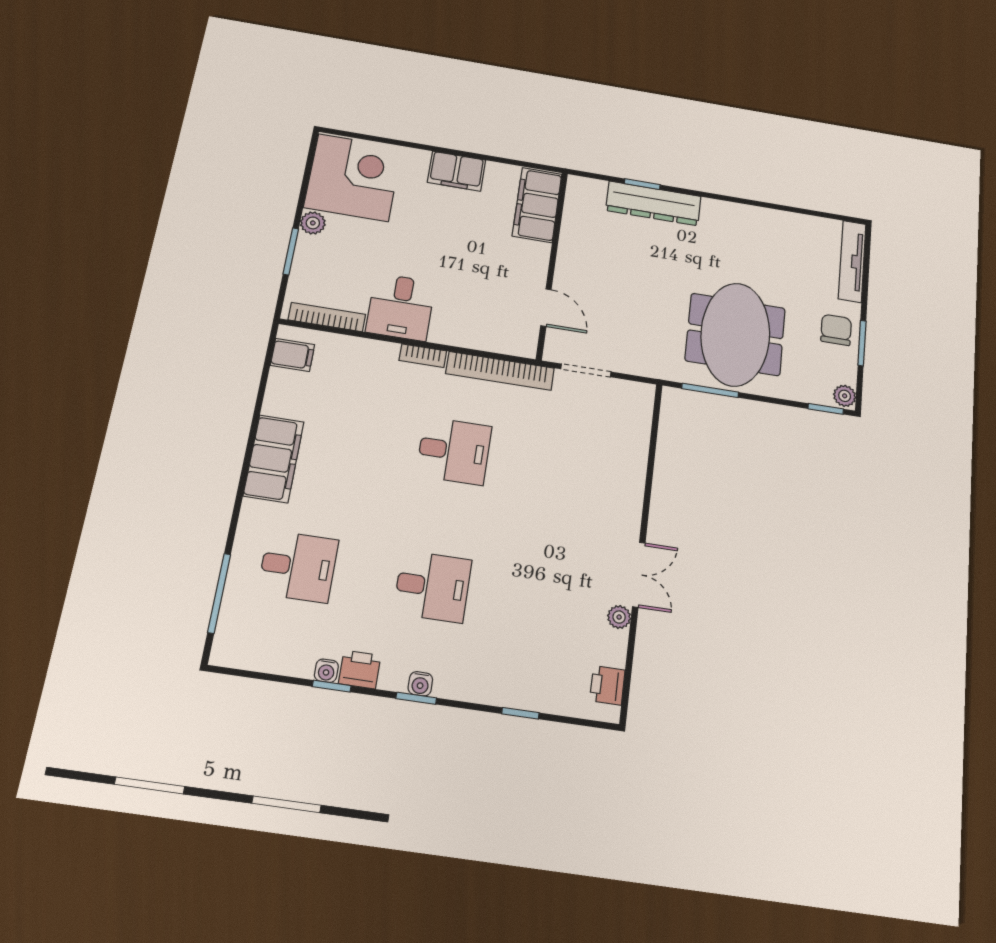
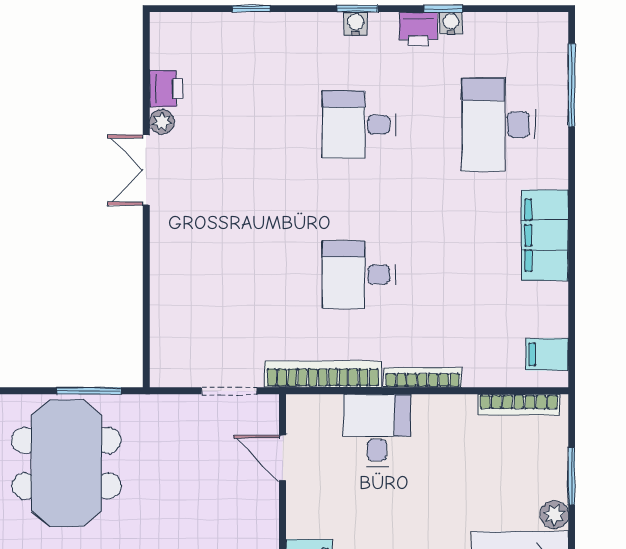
desk: (401, 307) -> (377, 430), moved
bookcase: (423, 356) -> (423, 378), width x1.56
desk: (298, 566) -> (499, 125), width x1.37
printer: (607, 685) -> (166, 89), moved

